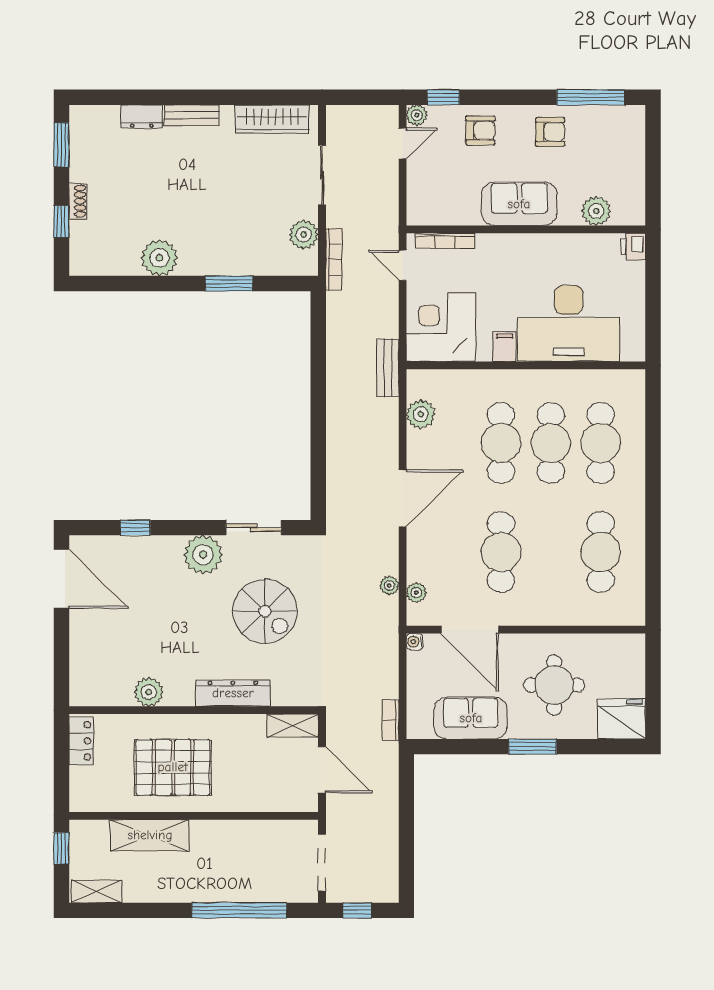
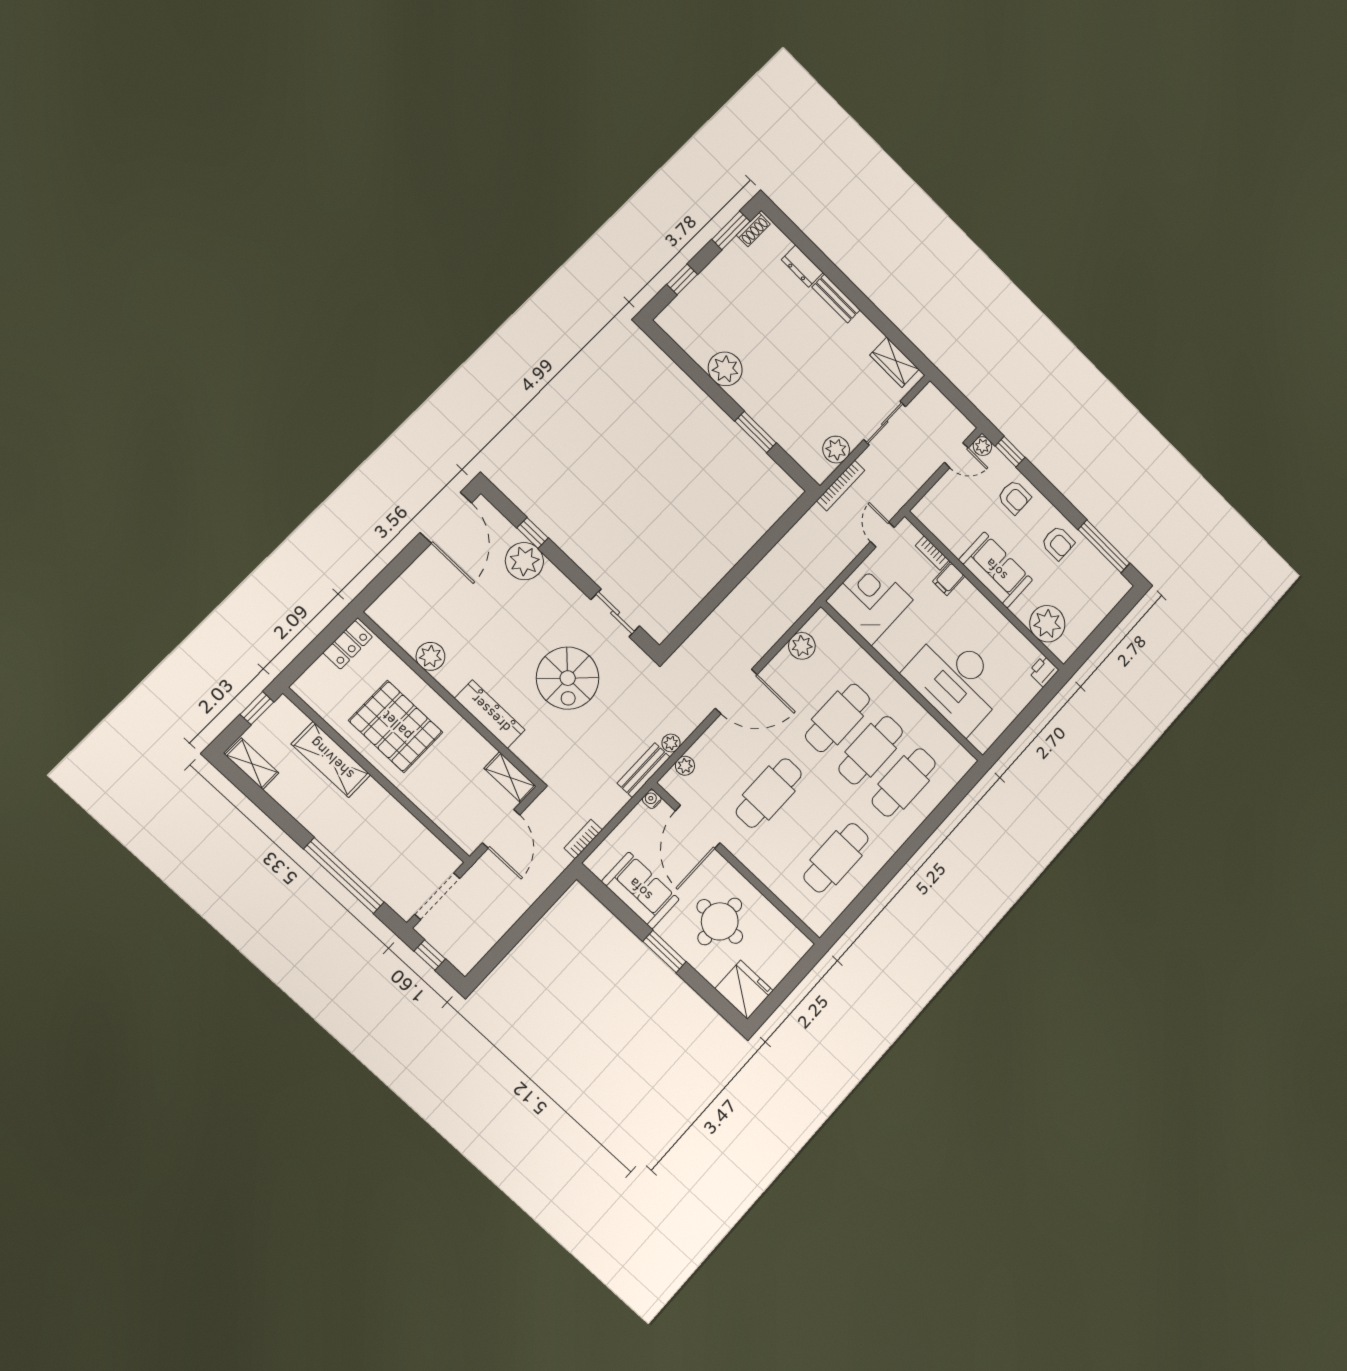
wardrobe: (272, 119) -> (894, 362), width x0.67
shoe rack: (78, 201) -> (753, 230), moved
plant: (596, 211) -> (1047, 624), width x1.36, depth x1.36
bookcase: (445, 241) -> (932, 553), width x0.64
filing cabinet: (505, 347) -> (949, 579), moved, turned 180
bench: (388, 368) -> (644, 770), moved
plant: (203, 555) -> (524, 561), moved

